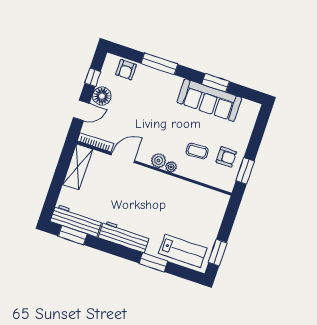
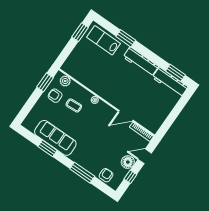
plant: (159, 161) -> (65, 81), moved
shelving: (78, 167) -> (159, 119), removed

